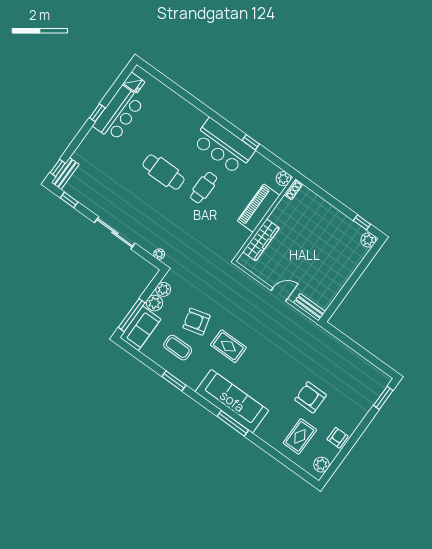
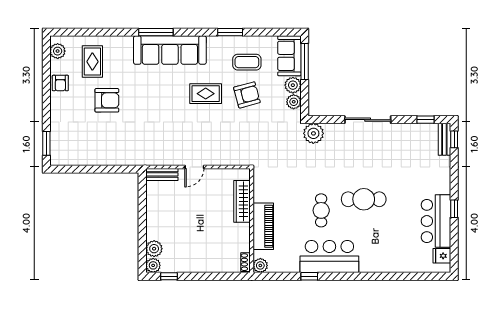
plant: (358, 253) -> (154, 249), added
plant: (159, 254) -> (313, 133), width x1.88, depth x1.88

